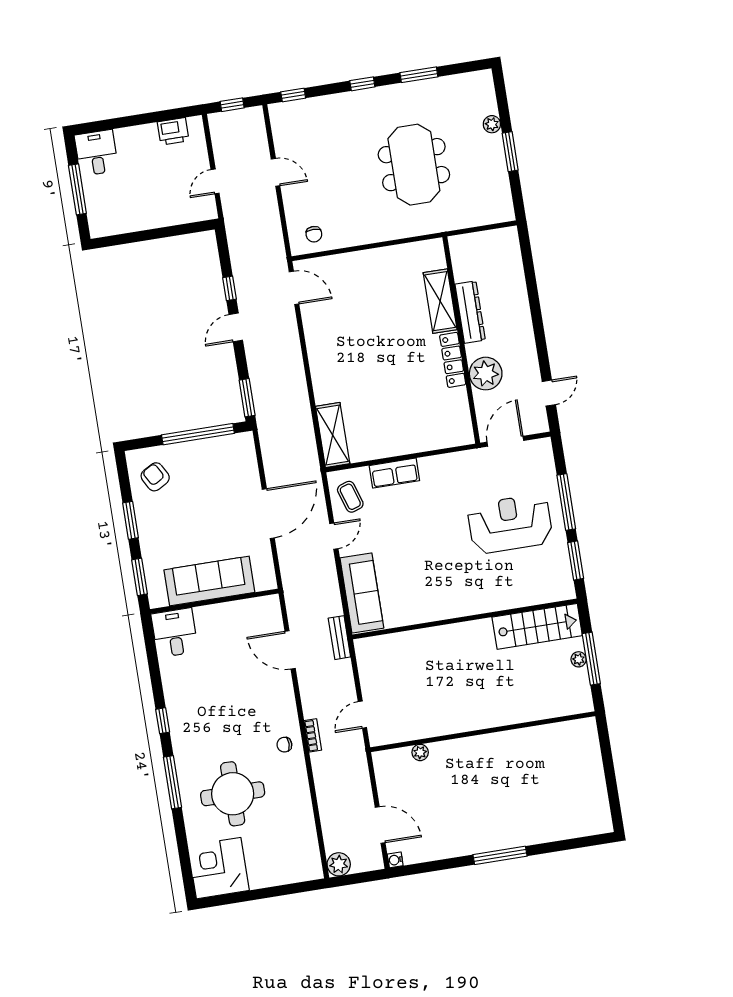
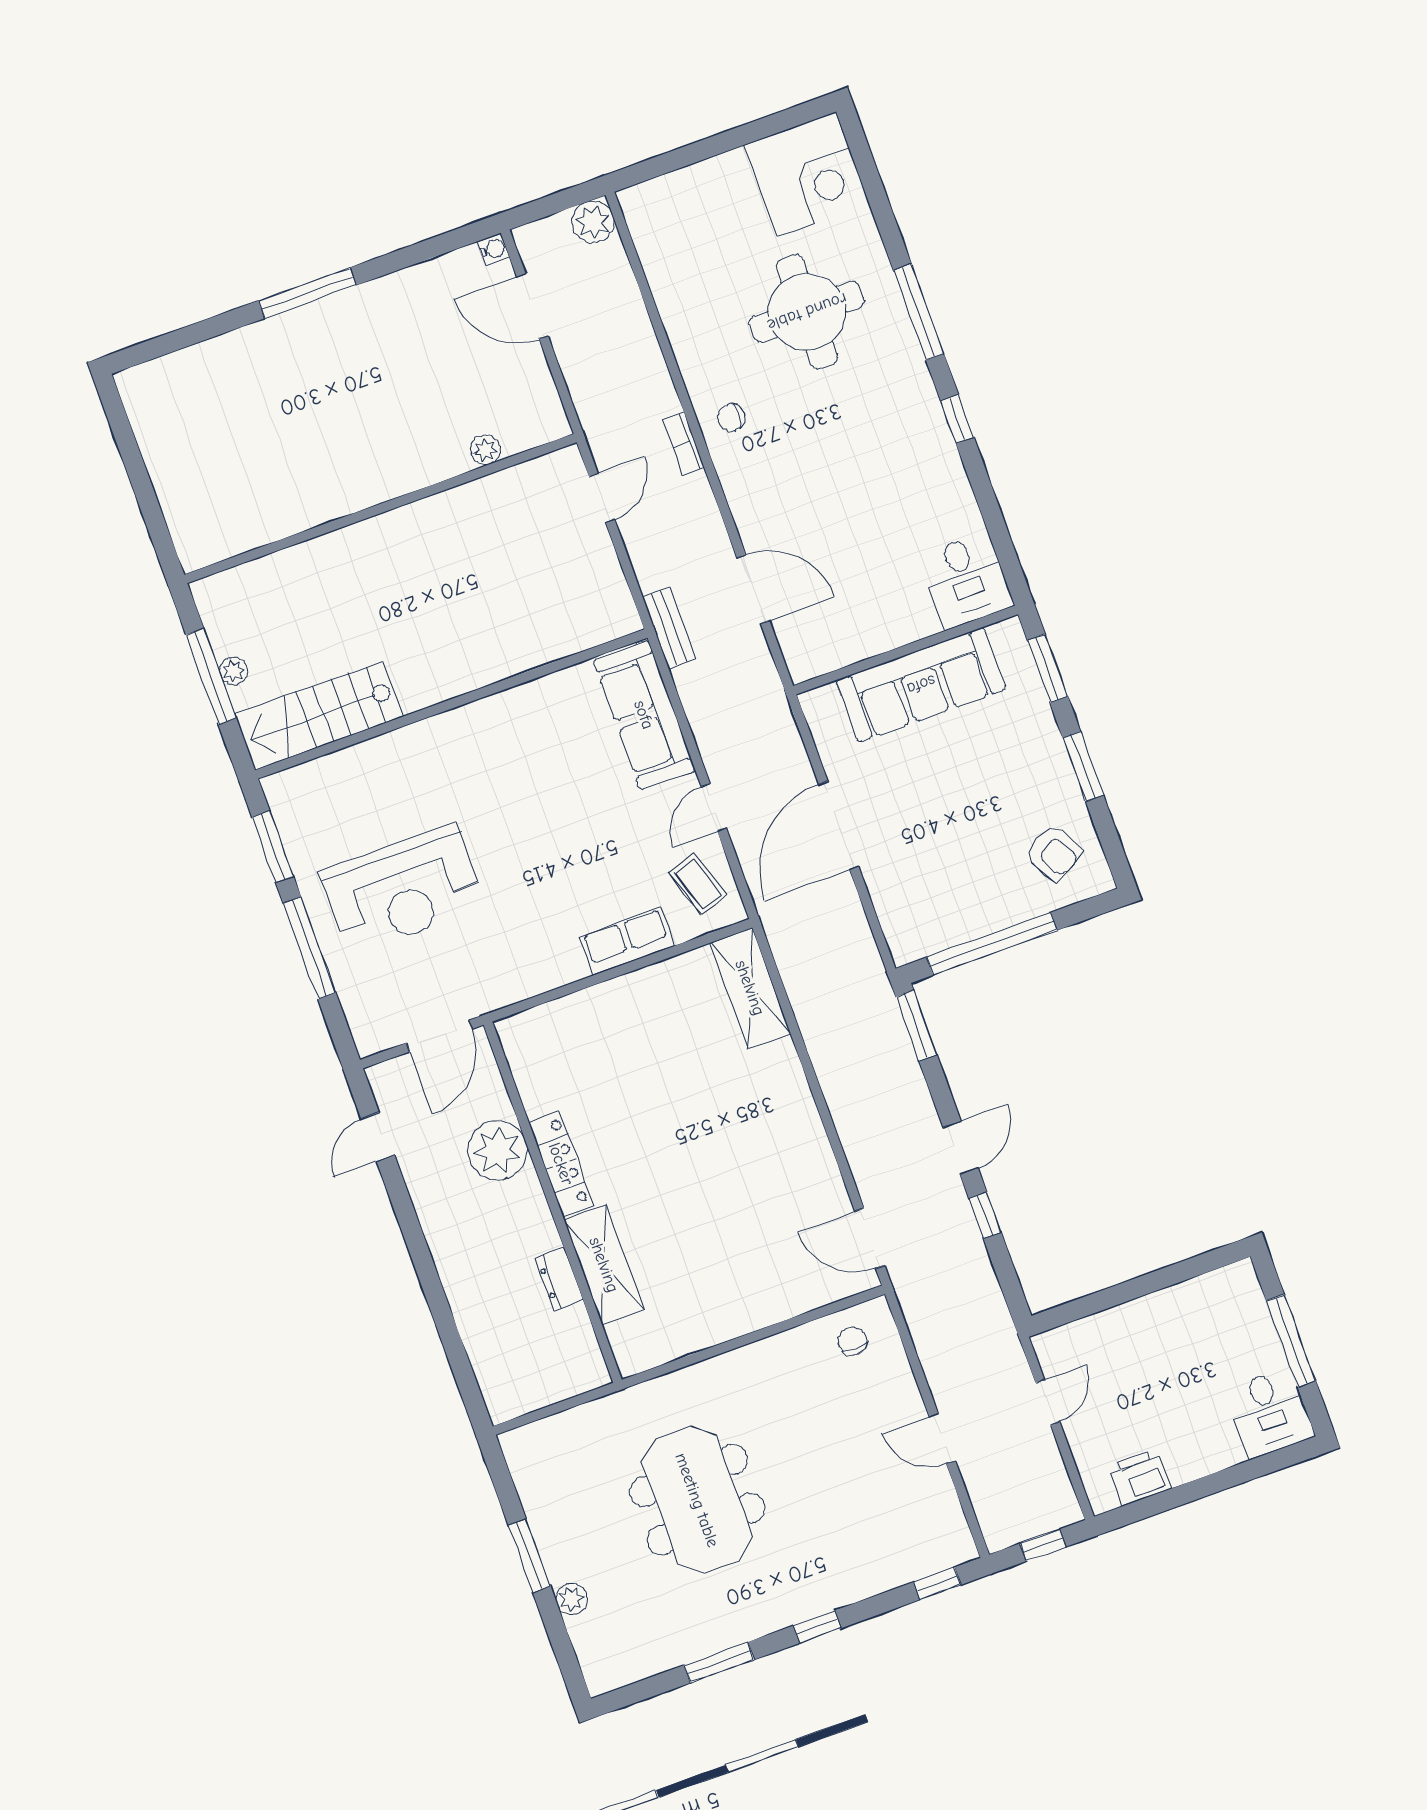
dresser: (470, 312) -> (559, 1279), width x0.51, depth x0.80
chair: (284, 745) -> (731, 418), turned 180

